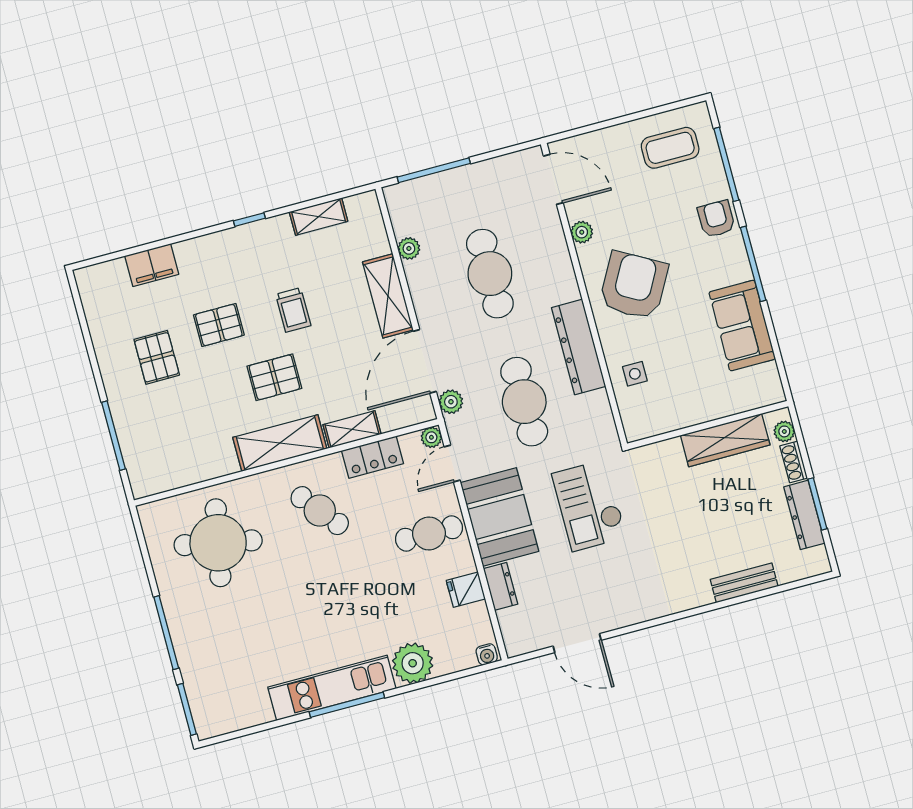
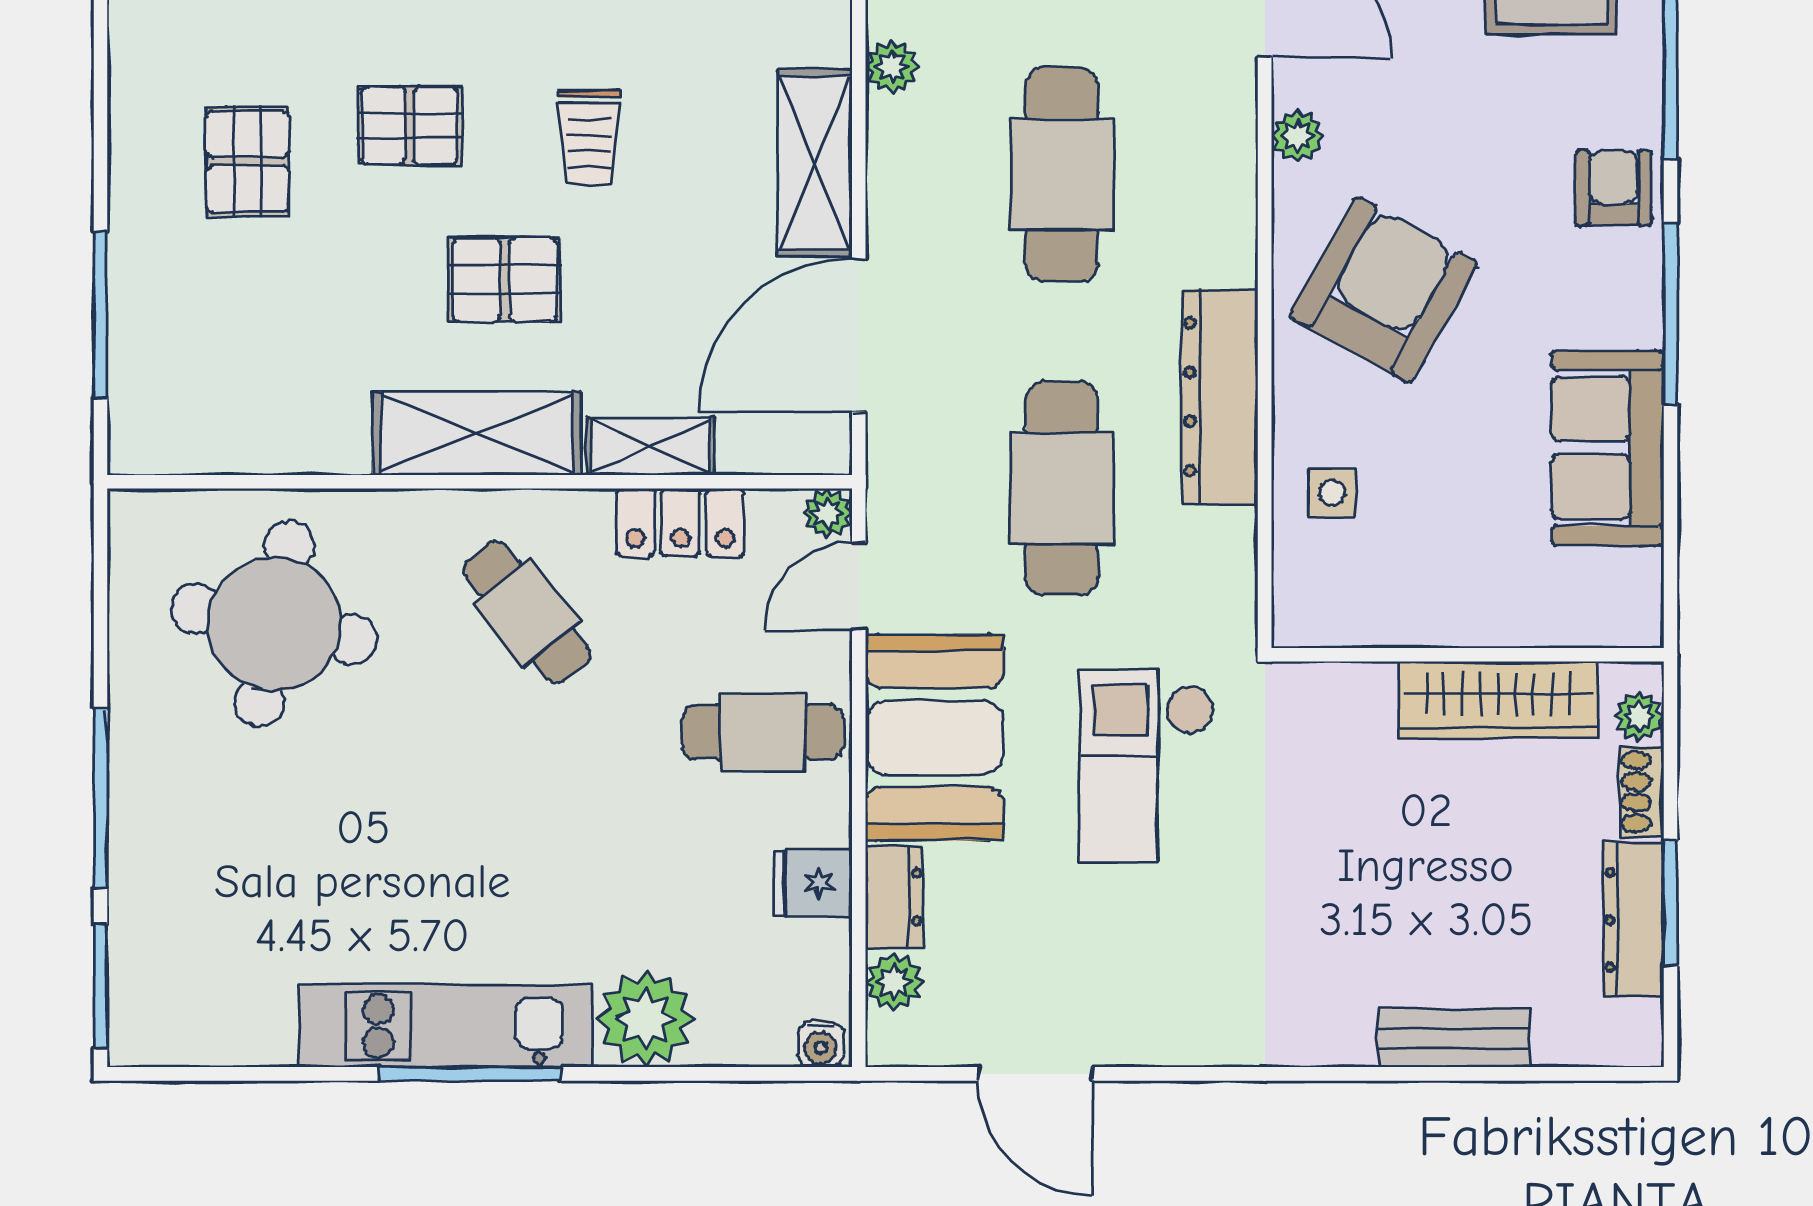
plant: (451, 402) -> (894, 982), moved

